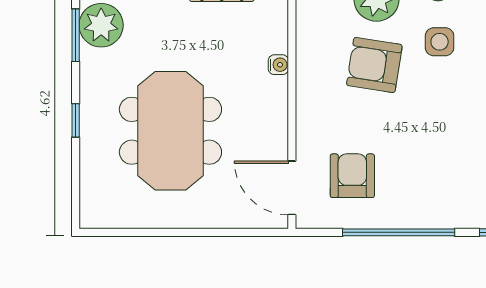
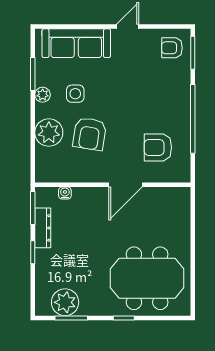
water cooler: (278, 65) -> (65, 193), moved
meeting table: (170, 131) -> (147, 278), moved
door: (292, 188) -> (126, 185), moved

